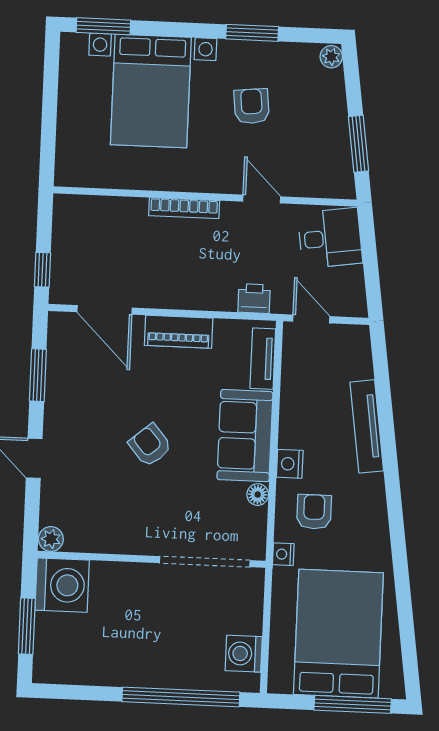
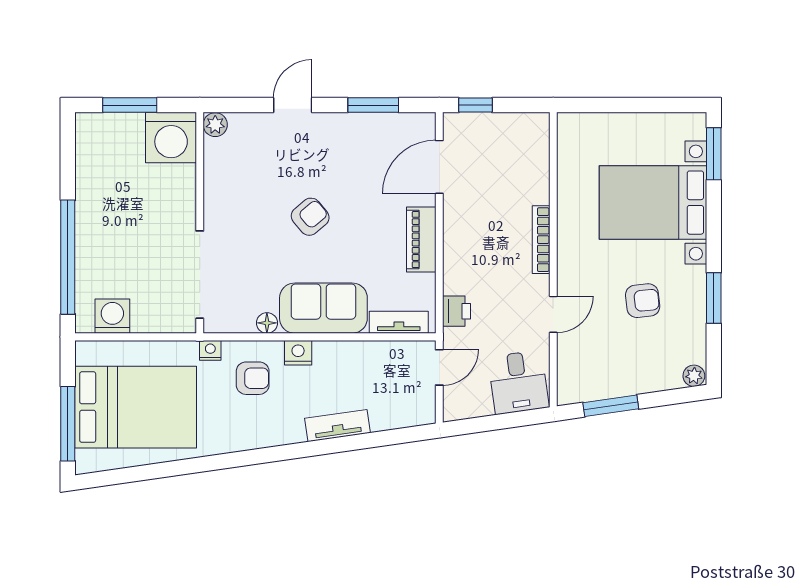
tv unit: (367, 426) -> (337, 426), width x0.71

